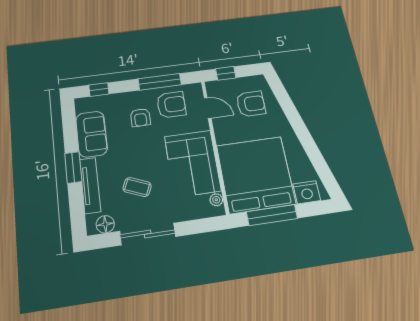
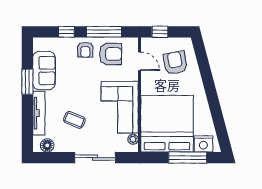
window: (99, 90) -> (66, 32), moved
armchair: (251, 104) -> (175, 63), turned -100
armchair: (140, 118) -> (85, 50), moved
window: (73, 167) -> (27, 82), moved
window: (272, 215) -> (188, 158), moved
sliding door: (148, 234) -> (95, 158), moved

